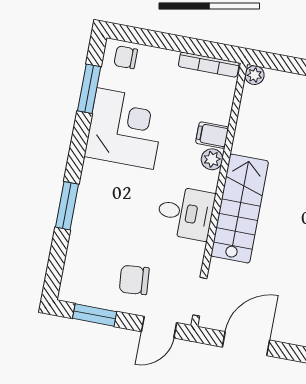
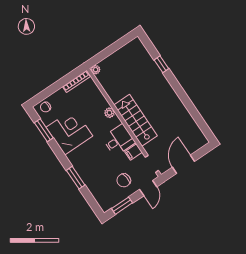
filing cabinet: (212, 135) -> (133, 152), moved

